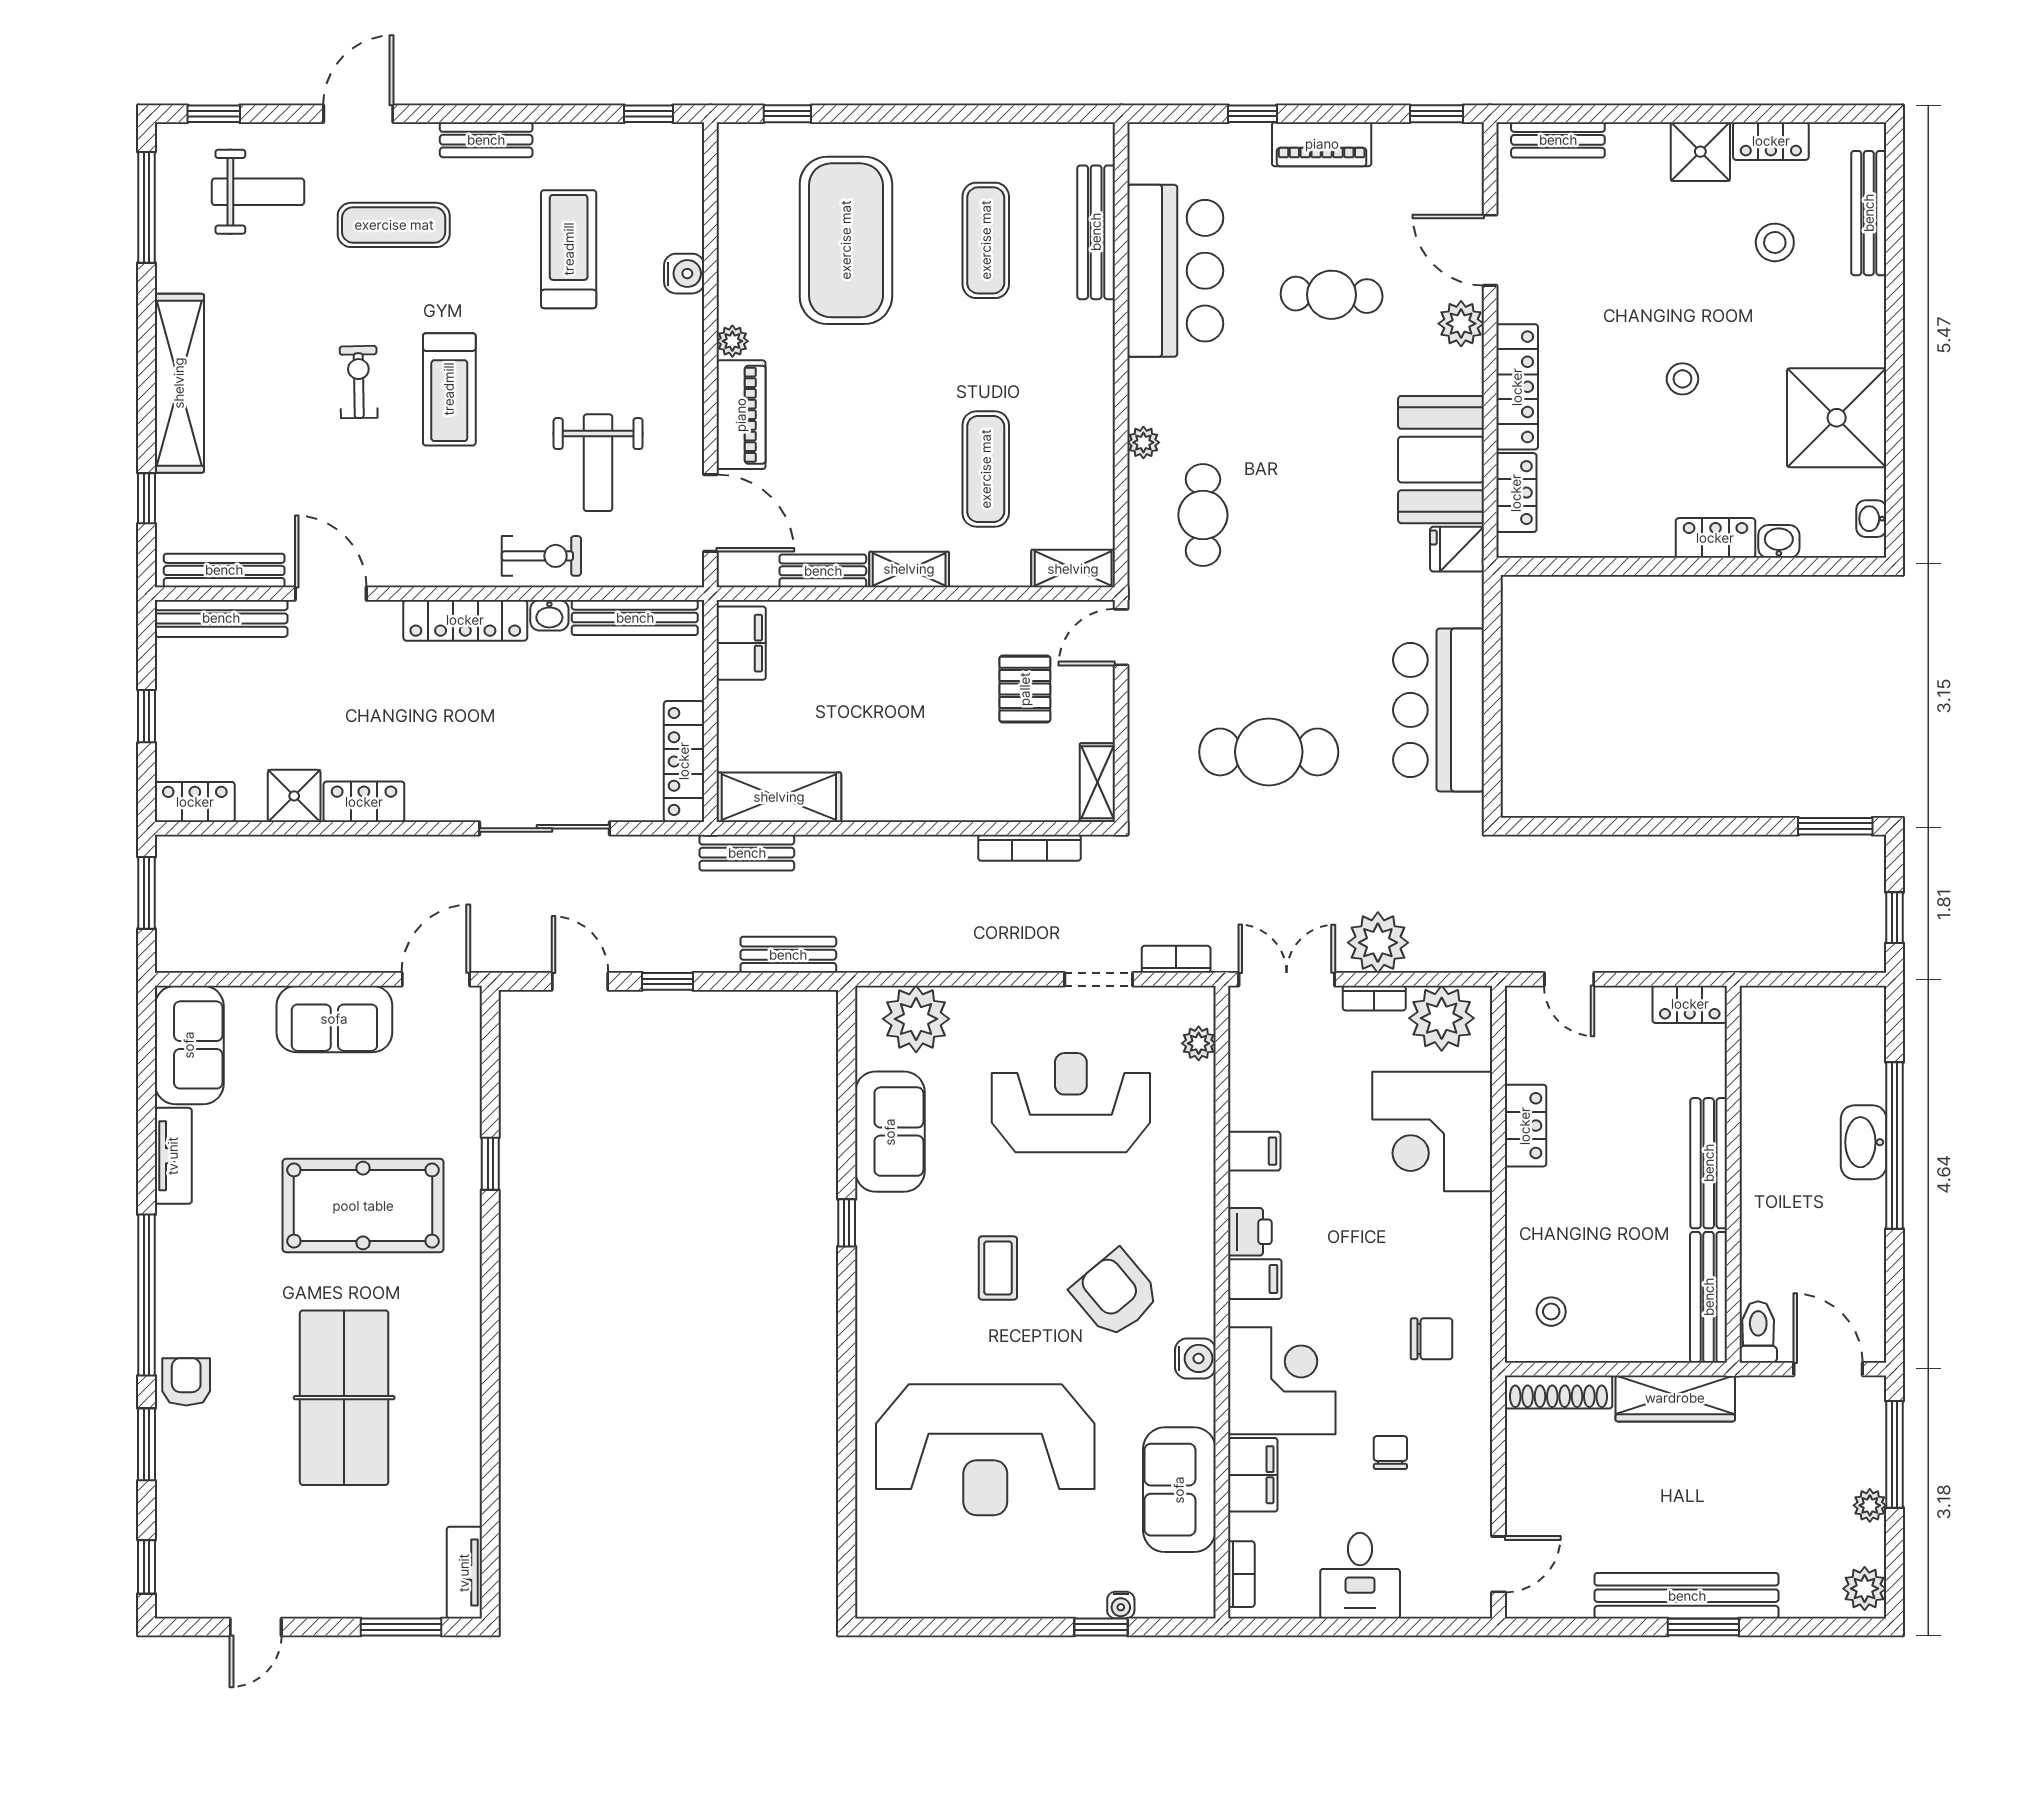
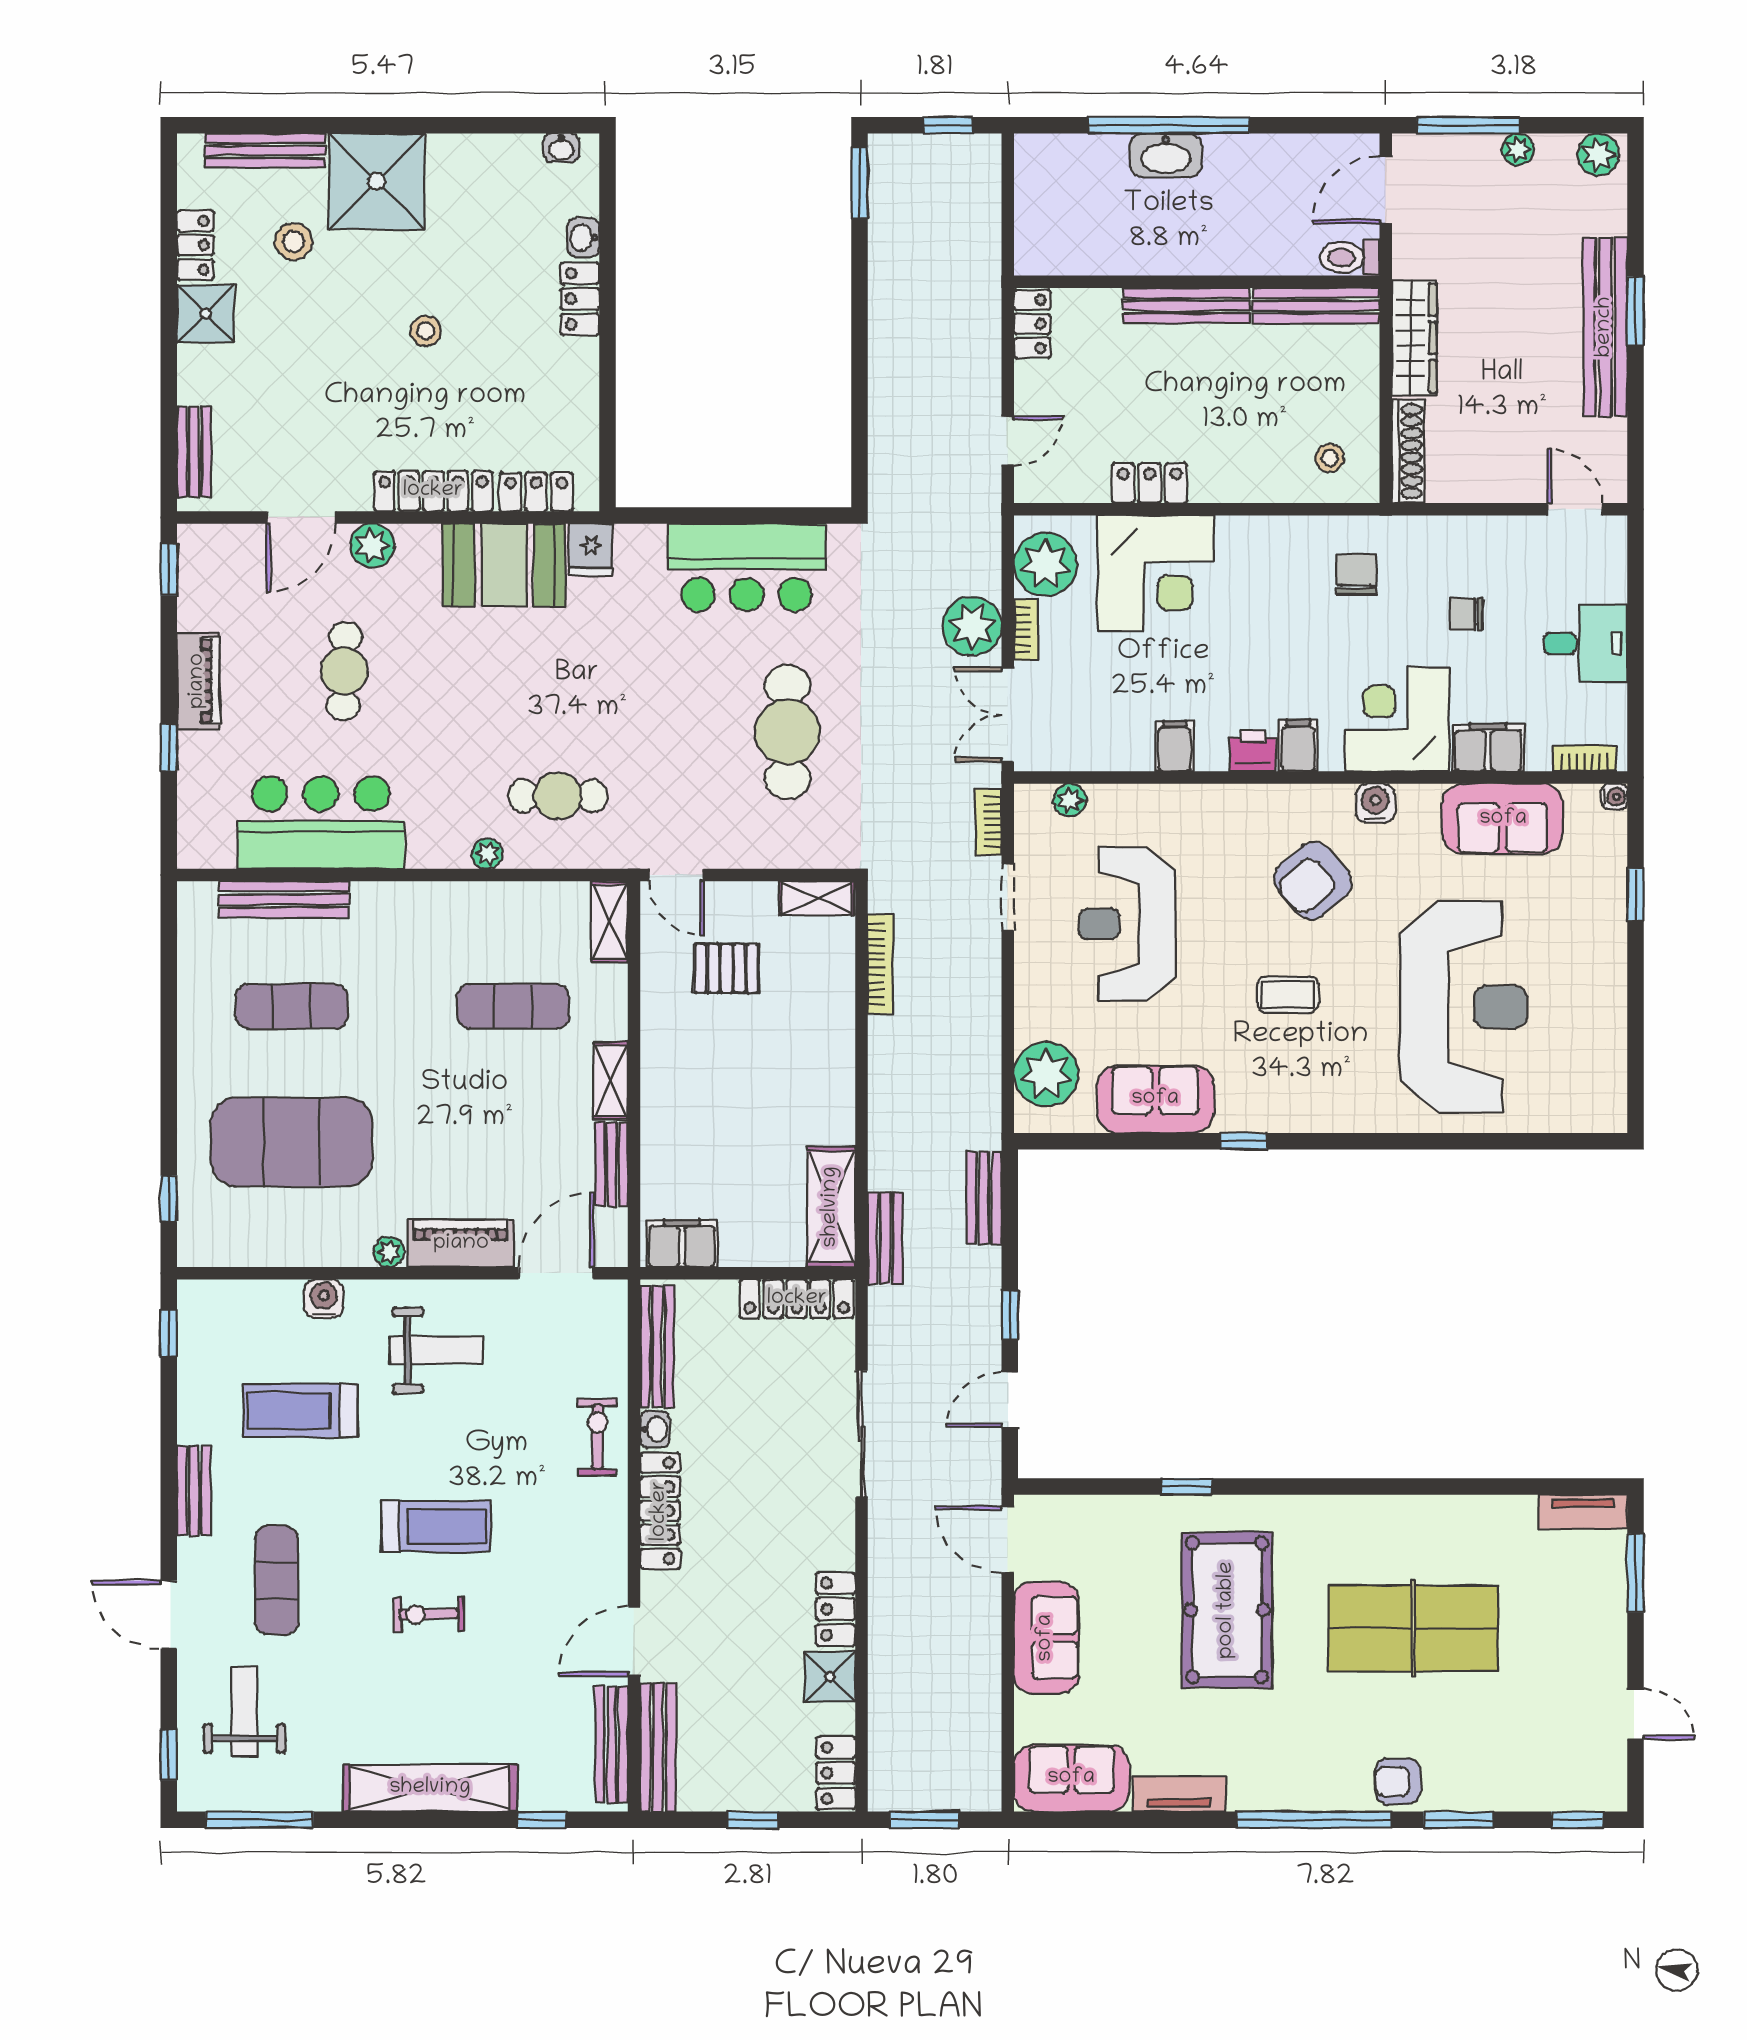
shower: (1837, 418) -> (377, 181), moved
weight bench: (598, 463) -> (436, 1350), moved
water cooler: (1121, 1605) -> (1614, 797), moved

